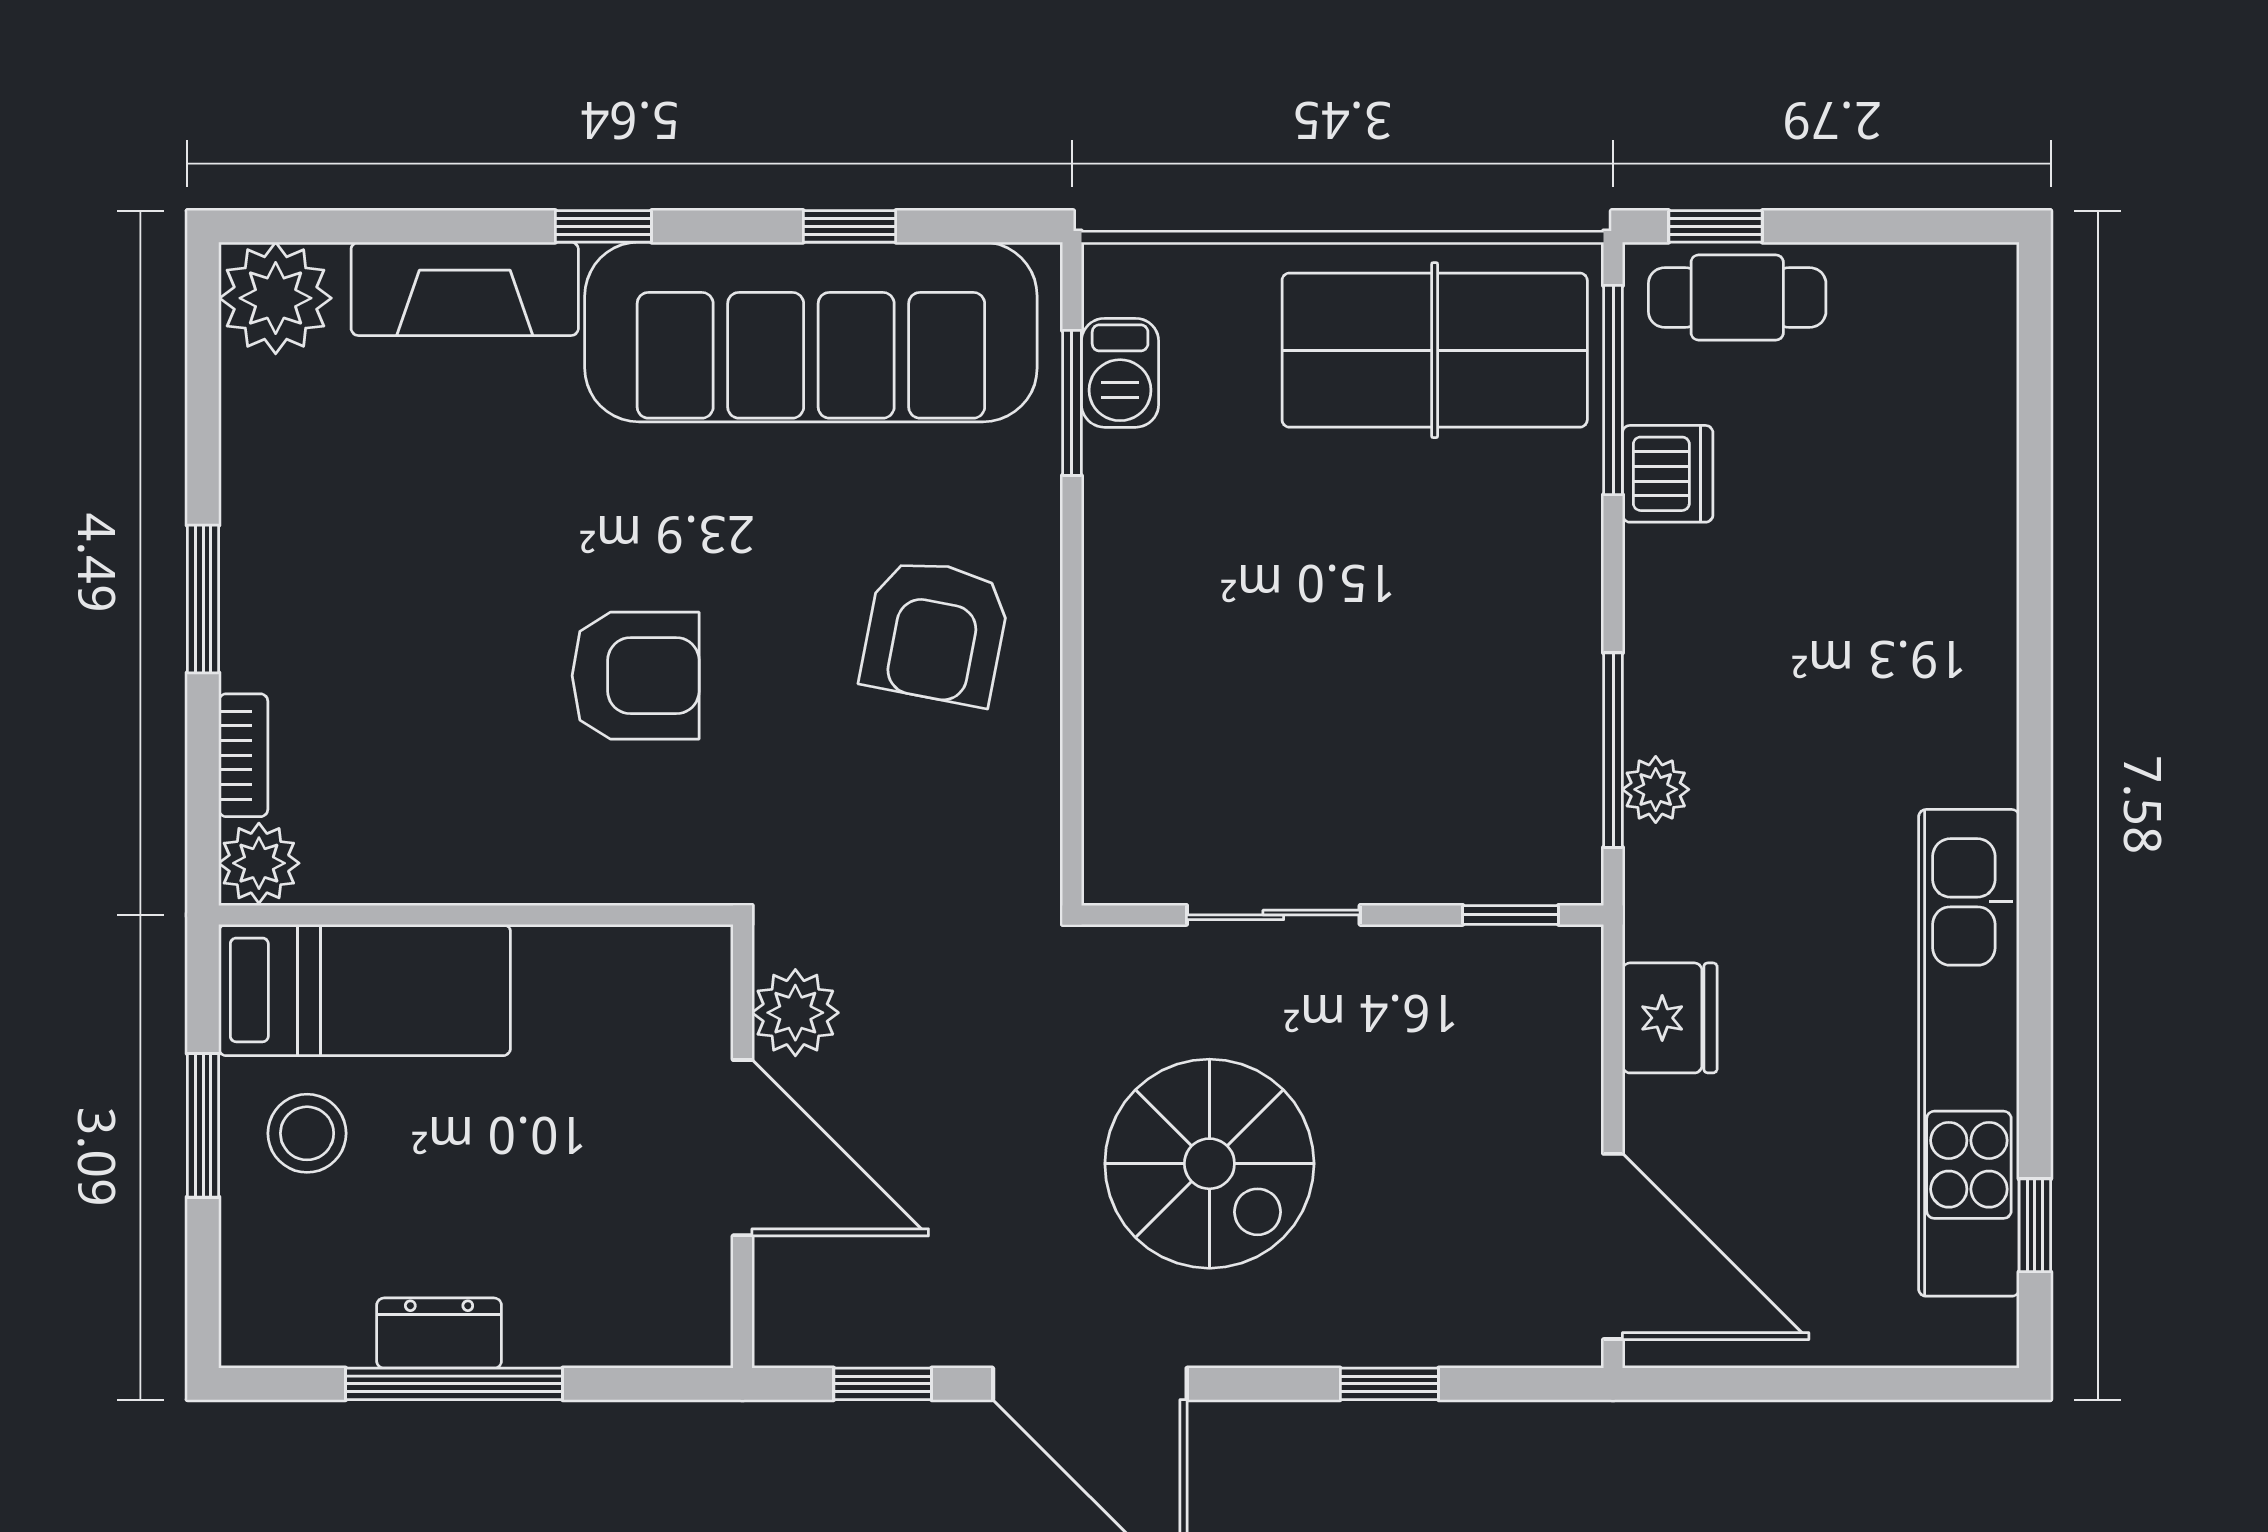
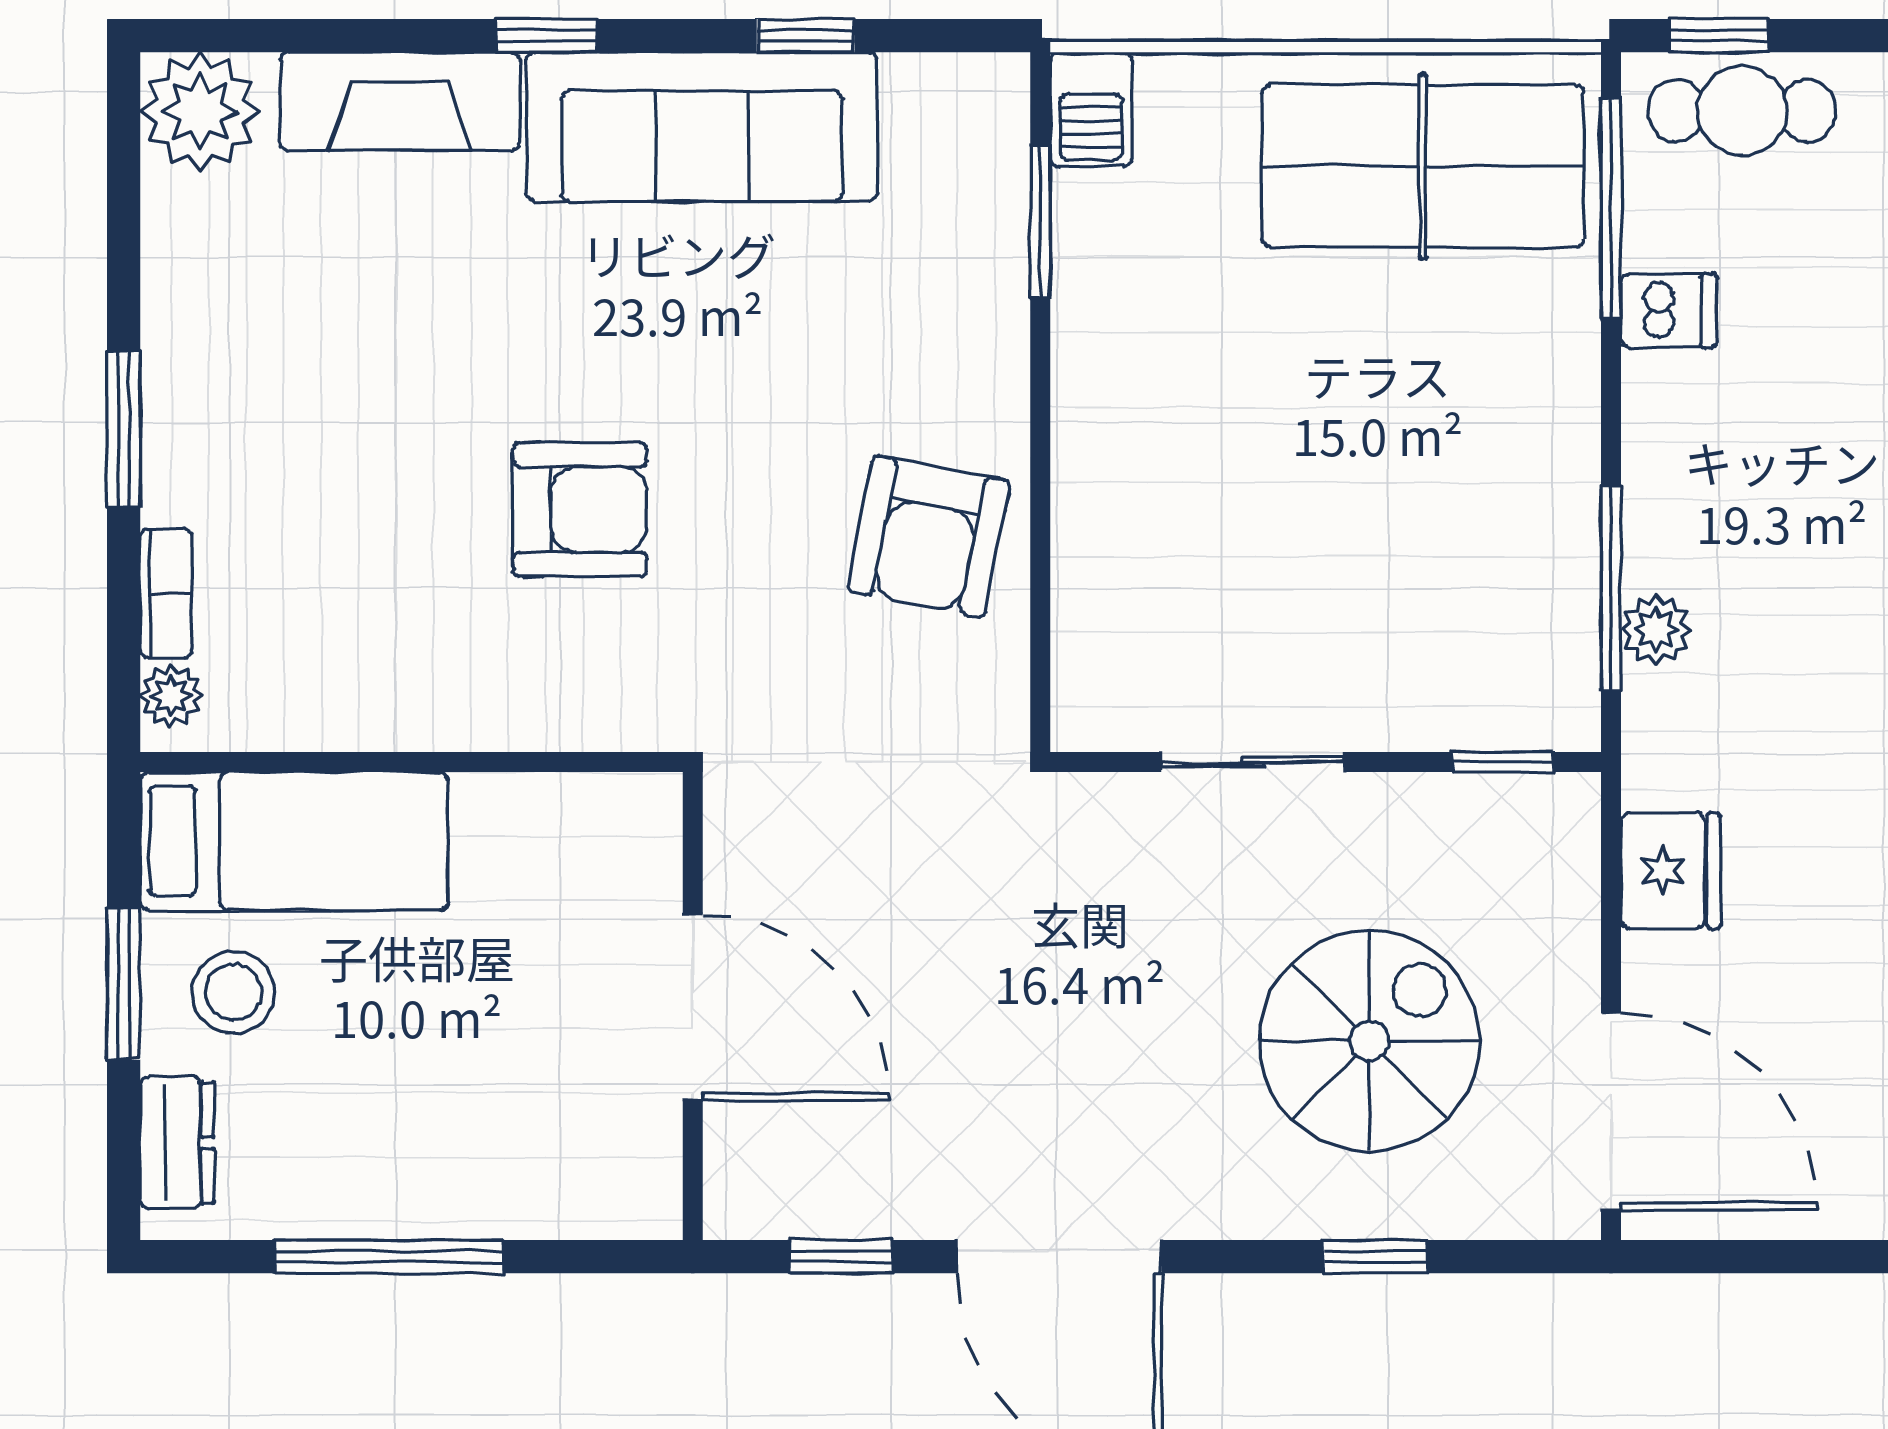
sofa: (811, 332) -> (702, 127), width x0.74, depth x0.79
barbecue: (1120, 373) -> (1091, 110), moved
dishwasher: (1668, 474) -> (1669, 311), width x0.73
armchair: (935, 631) -> (929, 536), moved
plant: (259, 863) -> (171, 696), width x0.73, depth x0.73
plant: (795, 1013) -> (748, 865), removed
spiral stairs: (1209, 1164) -> (1369, 1041), moved, turned -90
dresser: (439, 1333) -> (177, 1143), moved, turned 90

